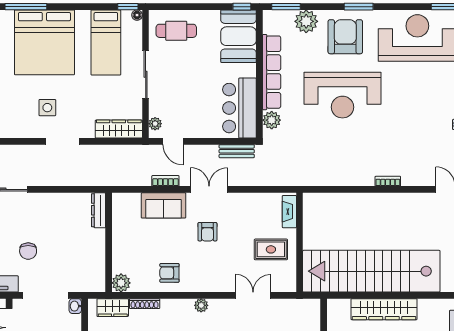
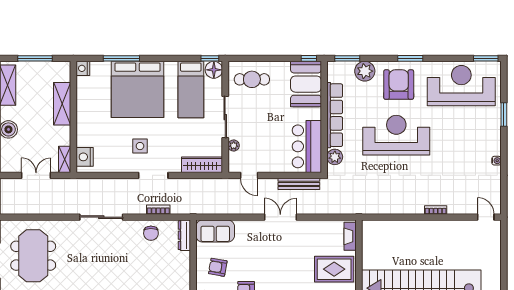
floor lamp: (137, 15) -> (214, 70), width x1.89, depth x1.89
reception desk: (342, 95) -> (396, 135), turned 180
plant: (155, 124) -> (234, 145), moved
bench: (237, 151) -> (299, 184), width x1.36
bookcase: (165, 181) -> (158, 210), moved
sofa: (164, 205) -> (215, 231), moved
armchair: (207, 232) -> (218, 267), moved, turned 100
rug: (271, 249) -> (334, 269), width x1.36, depth x1.43
chair: (28, 251) -> (151, 233), moved

